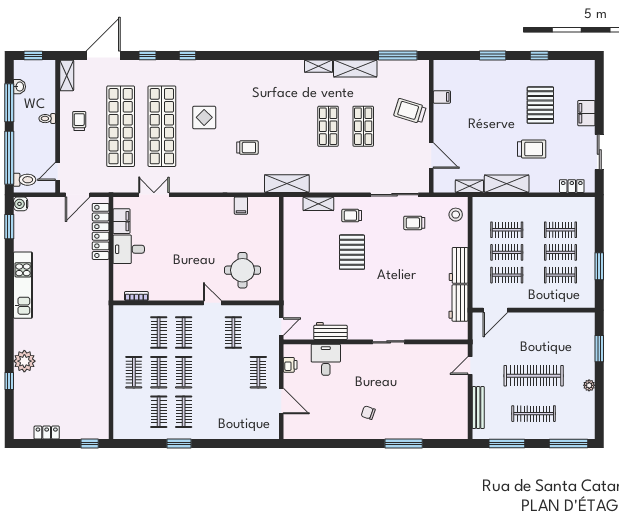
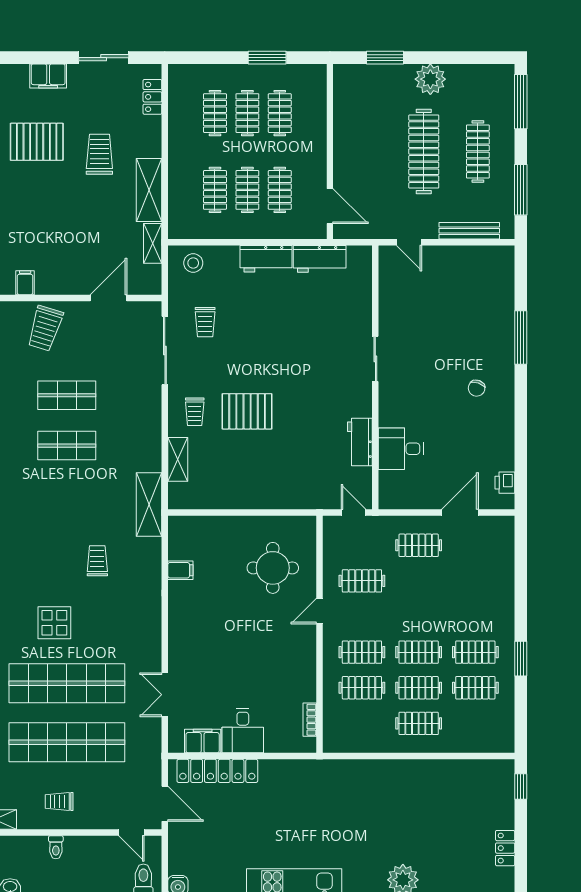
printer: (290, 365) -> (505, 483), moved, turned -90
plant: (589, 385) -> (430, 79), width x1.87, depth x1.87

